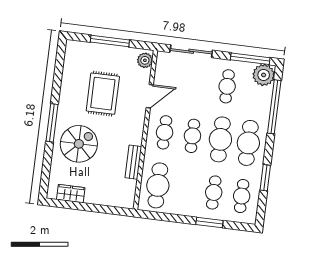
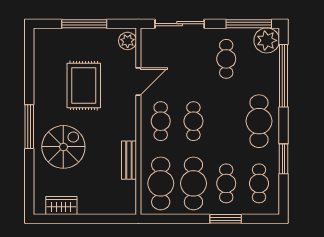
cafe table: (220, 139) -> (193, 183), moved

